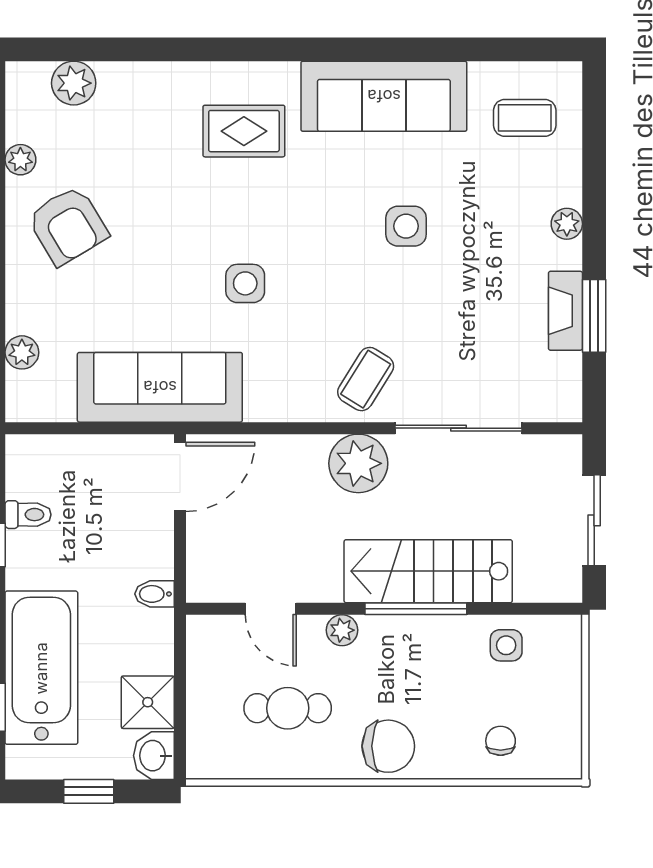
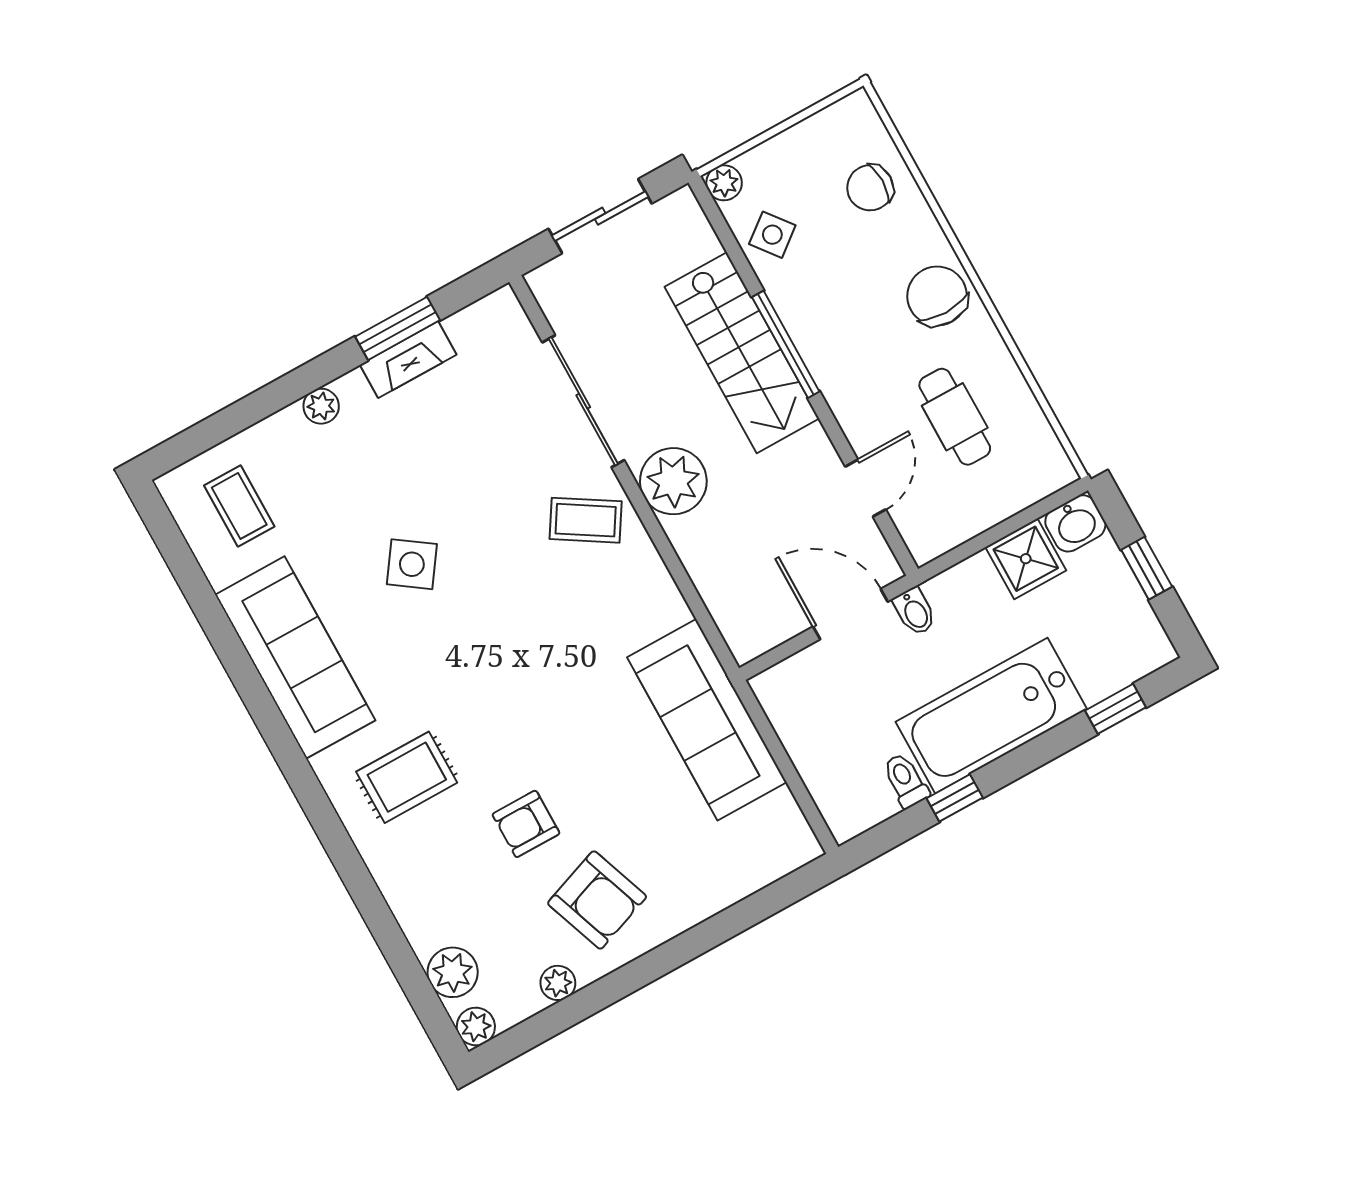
rug: (244, 131) -> (407, 777), turned 90
armchair: (157, 203) -> (526, 824), added
armchair: (68, 225) -> (597, 900), turned 101
side table: (406, 226) -> (412, 564), turned 35
side table: (245, 283) -> (557, 692), removed
plant: (22, 352) -> (476, 1027), moved
door: (180, 477) -> (850, 614), moved
plant: (342, 630) -> (724, 183), moved
side table: (506, 645) -> (772, 235), turned -38
bathtub: (41, 668) -> (991, 716), moved
chair: (501, 741) -> (870, 188), width x1.37, depth x1.37

